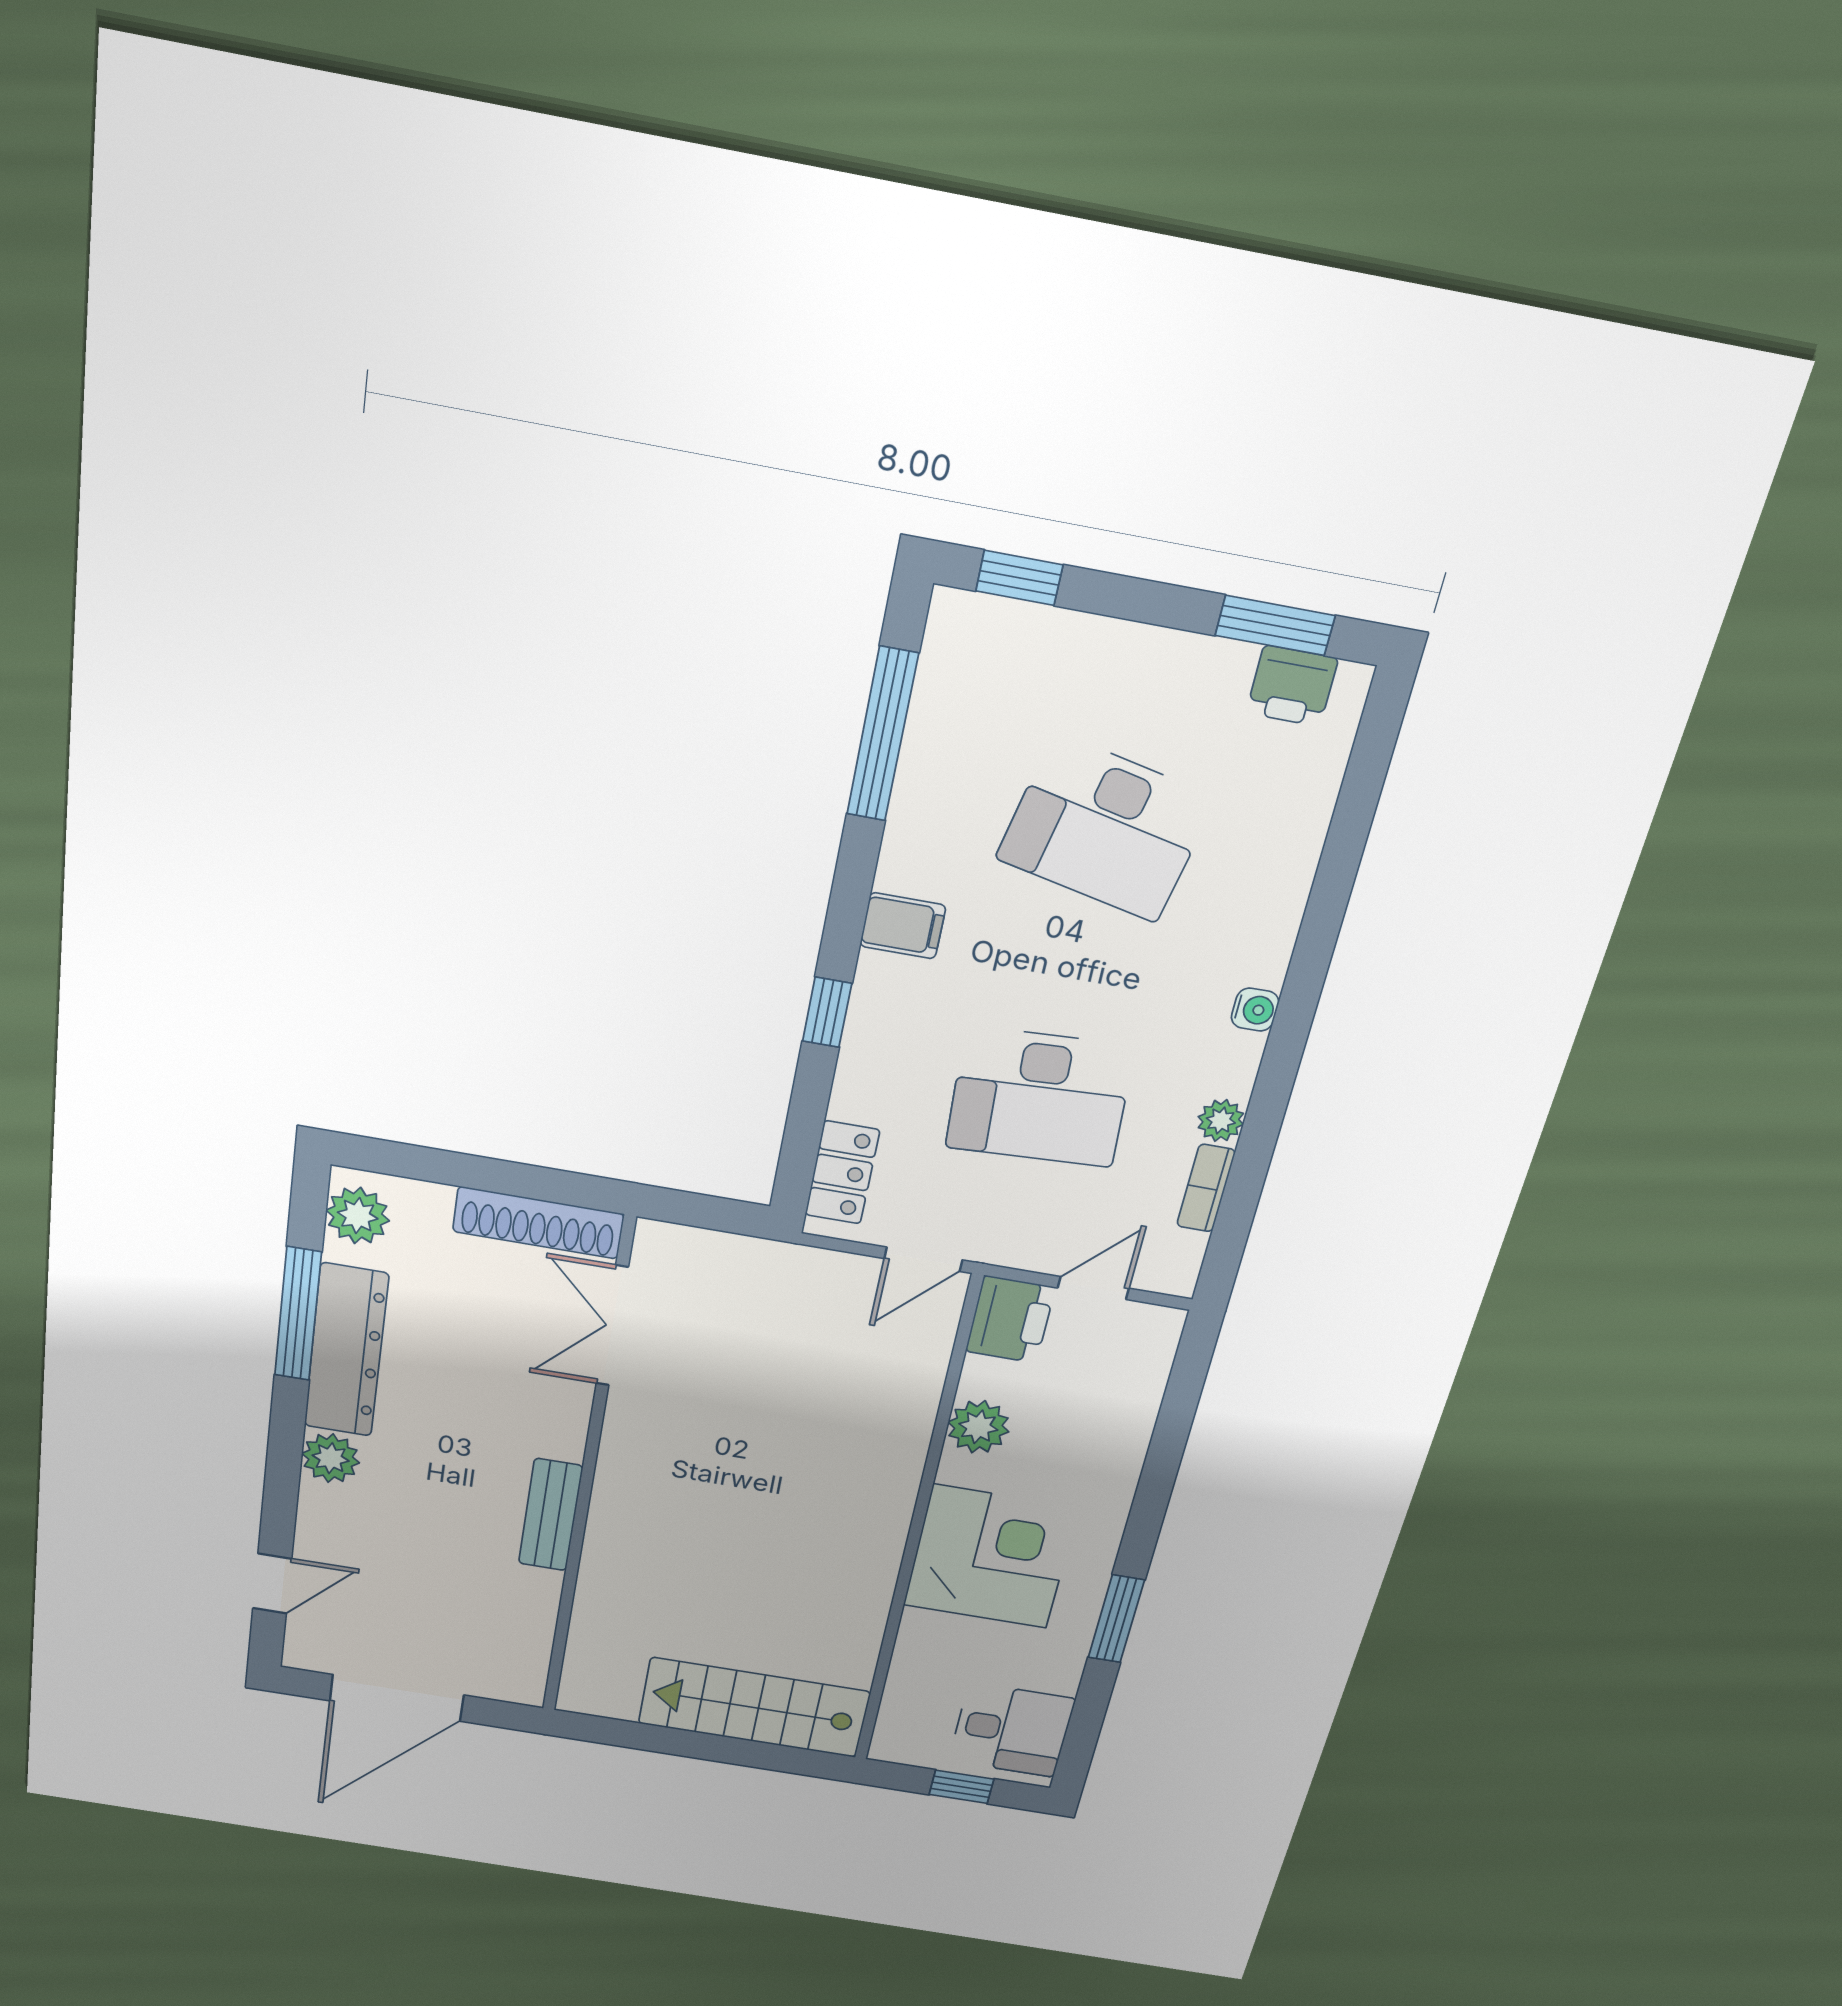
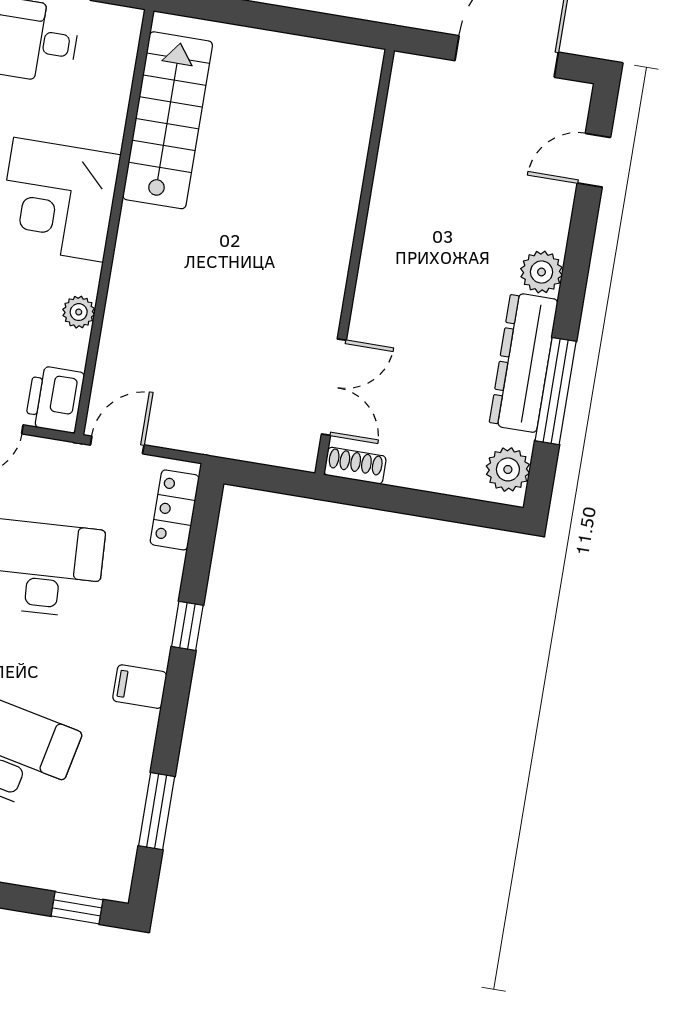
window: (882, 734) -> (157, 811), width x0.69
shoe rack: (538, 1223) -> (355, 466), width x0.51, depth x0.81
plant: (978, 1427) -> (79, 312), width x0.73, depth x0.73
bench: (550, 1515) -> (383, 227), removed
stairs: (754, 1708) -> (168, 120), moved, turned -90

